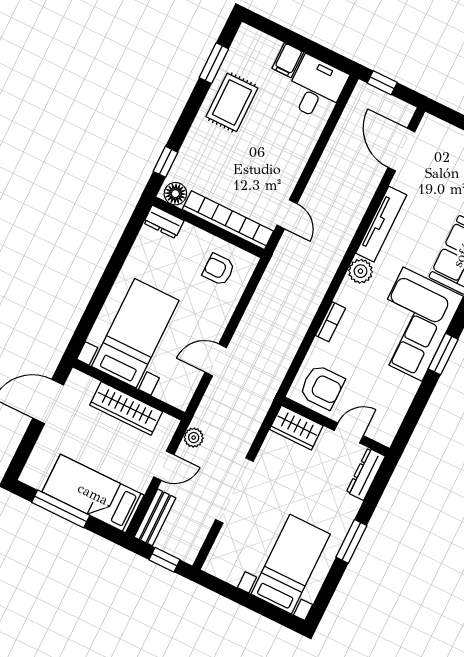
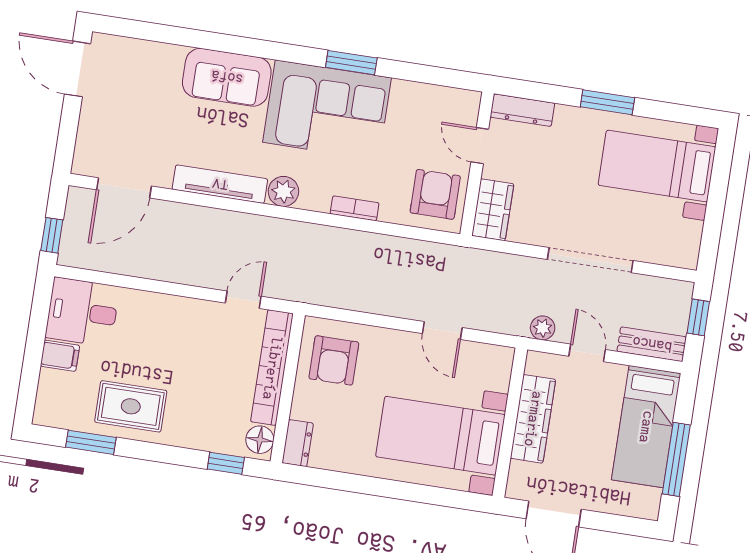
armchair: (219, 269) -> (334, 360), width x1.38, depth x1.38

